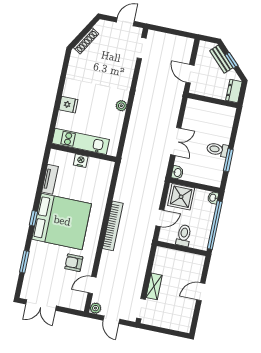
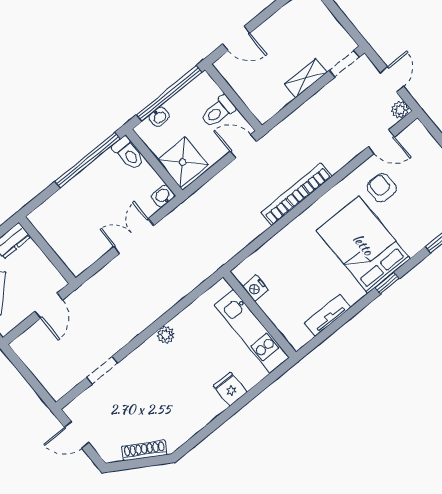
doorway: (142, 48) -> (102, 370), moved
toilet: (217, 149) -> (128, 153), moved
window: (228, 160) -> (87, 160), width x2.11
nightstand: (81, 161) -> (255, 288), moved
washbasin: (213, 198) -> (159, 117), moved
door: (160, 218) -> (243, 146), moved
bed: (62, 221) -> (363, 245), width x0.73
armchair: (74, 263) -> (382, 188), turned 180
door: (201, 292) -> (236, 39), moved

